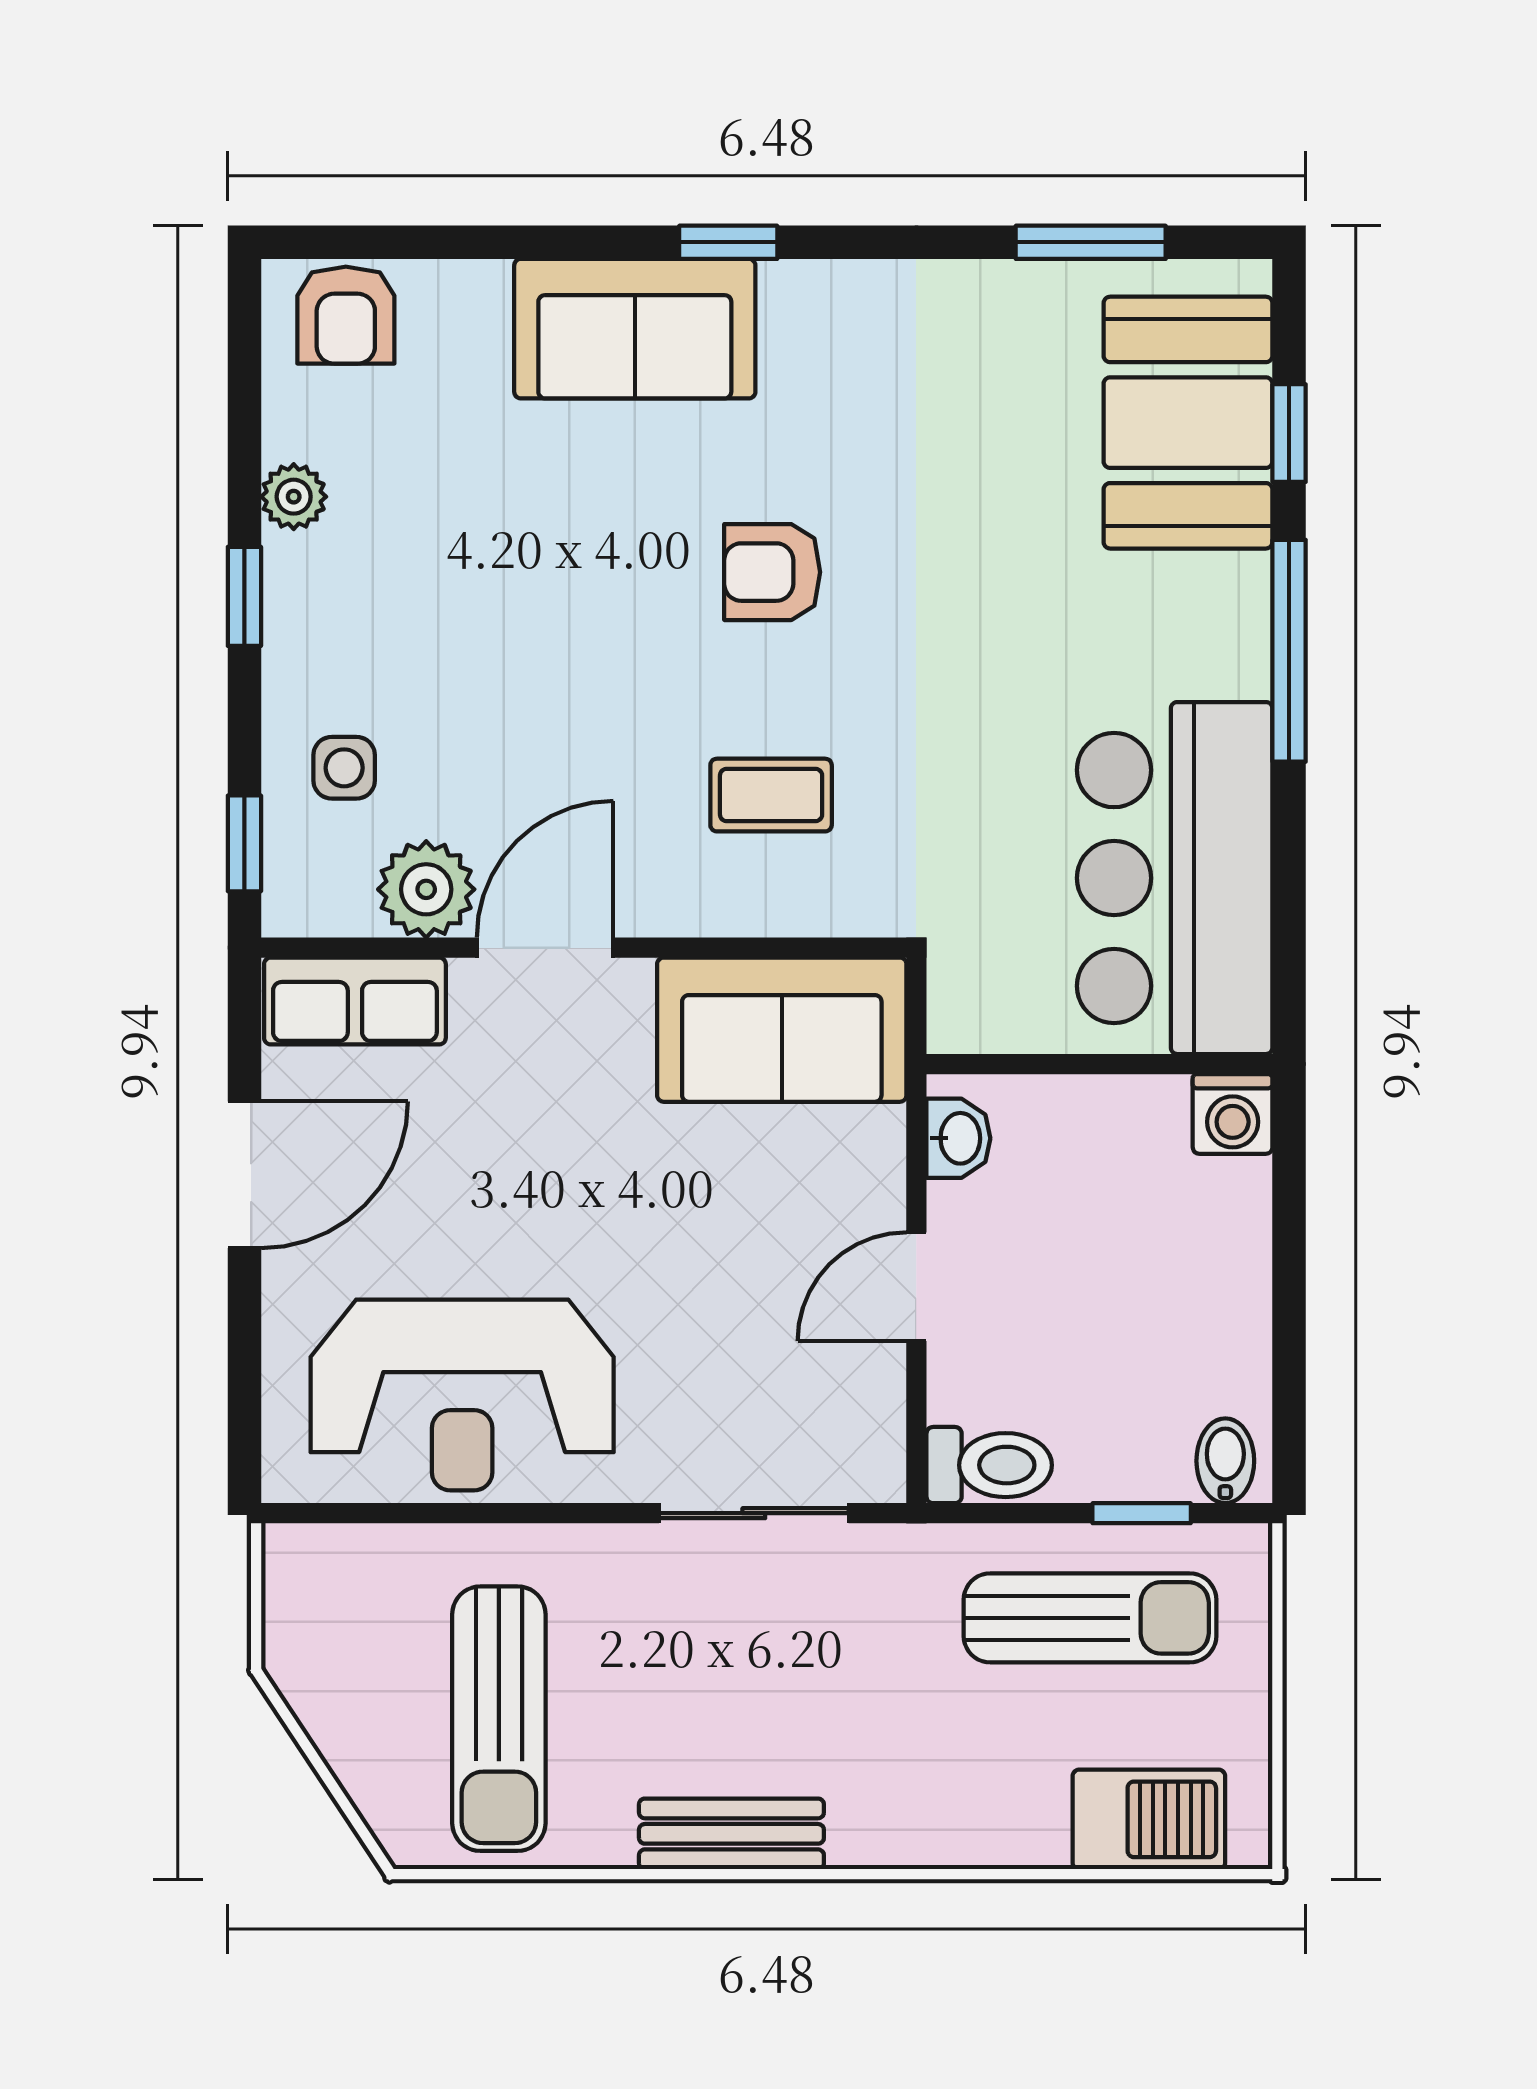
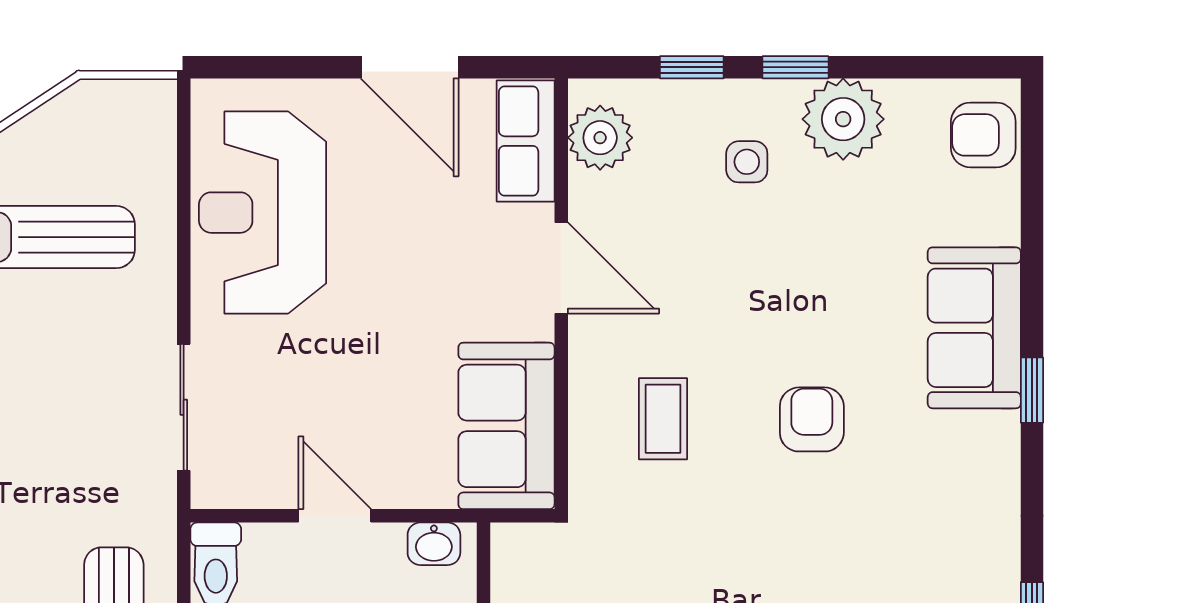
plant: (294, 497) -> (843, 119), width x1.88, depth x1.88
side table: (344, 768) -> (747, 162), moved
window: (244, 843) -> (692, 67), moved
plant: (426, 889) -> (600, 138), moved

